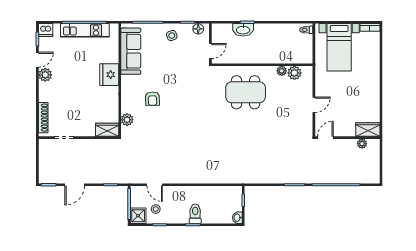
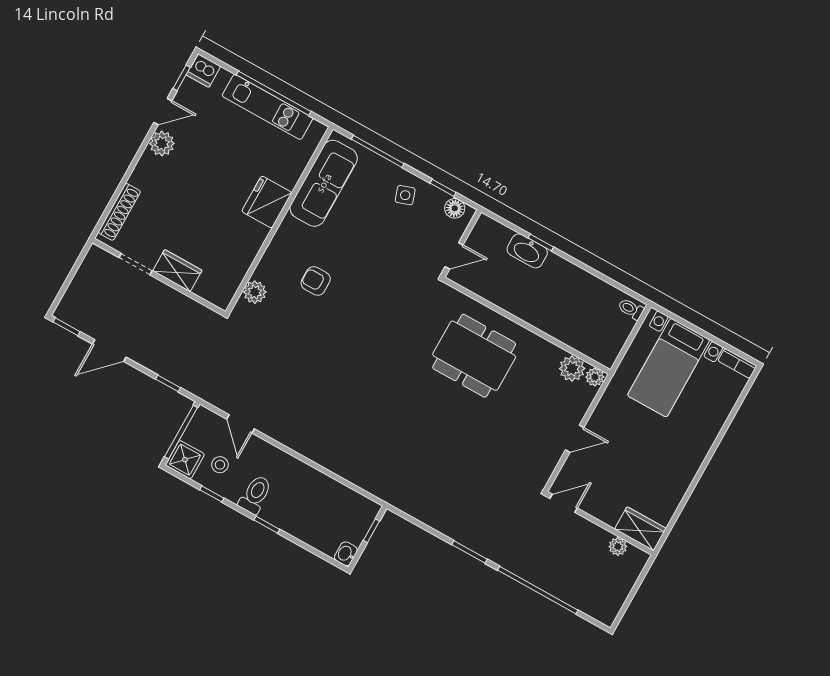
plant: (282, 71) -> (595, 377), moved
armchair: (152, 99) -> (316, 281), turned 91
wardrobe: (107, 130) -> (177, 271), moved
toilet: (195, 214) -> (255, 495), moved

